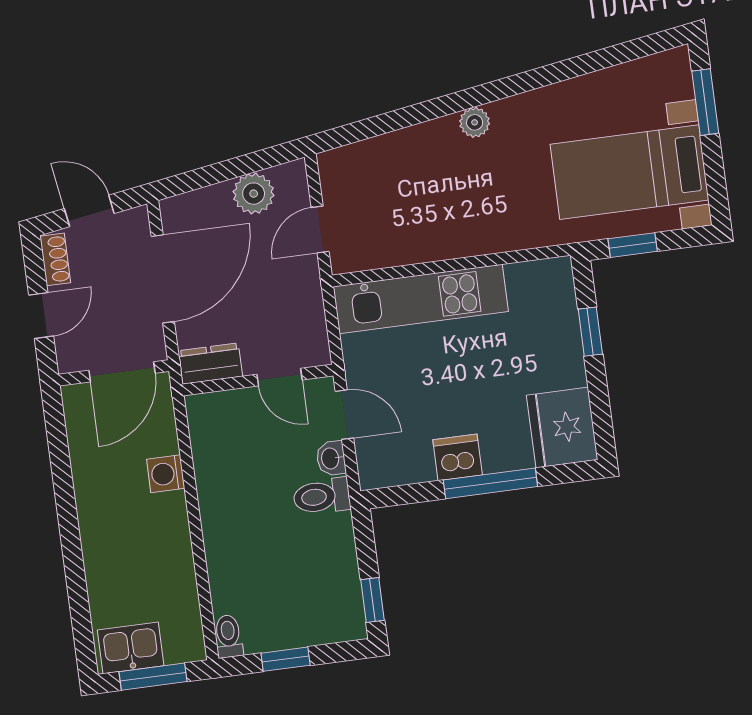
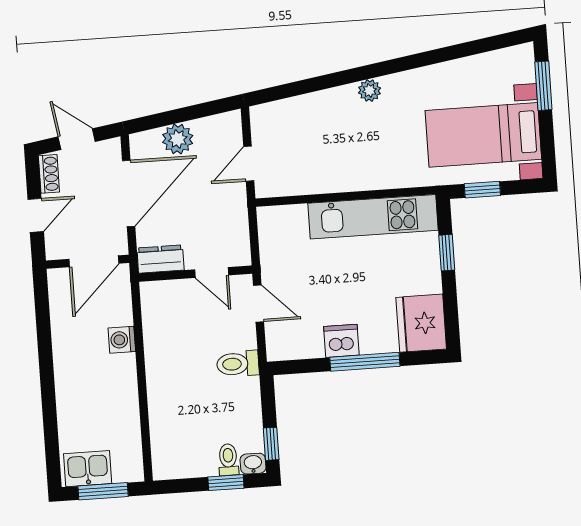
plant: (254, 194) -> (178, 139), moved
kitchen unit: (421, 299) -> (373, 217), moved
washbasin: (331, 458) -> (253, 464), moved, turned 90
toilet: (228, 636) -> (228, 460), moved
window: (286, 659) -> (226, 483), moved

